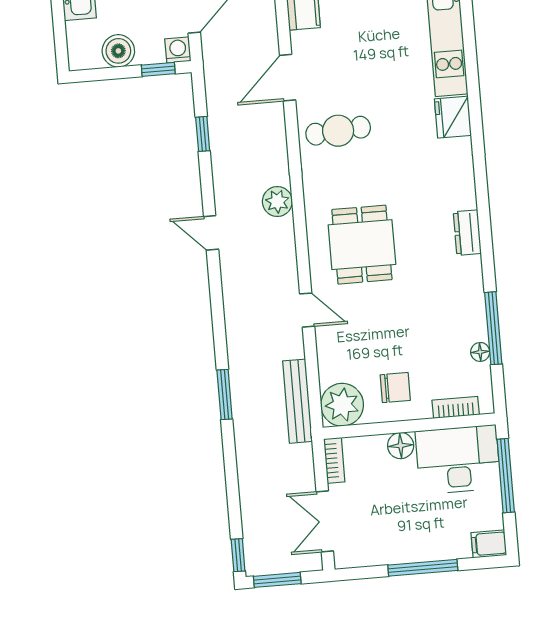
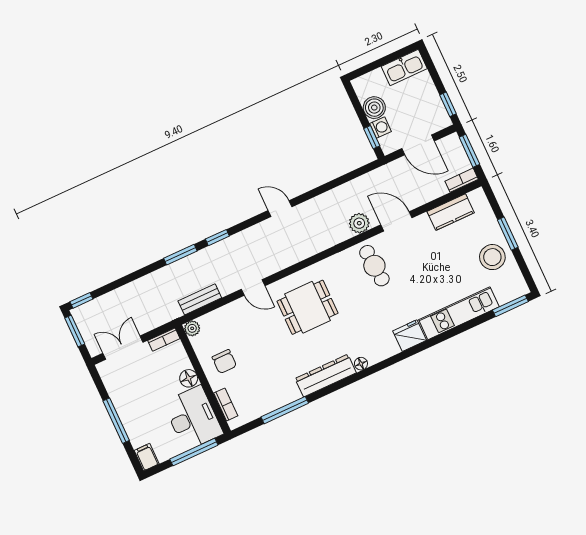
washing machine: (178, 50) -> (380, 127), moved
window: (203, 134) -> (217, 238), moved
plant: (277, 201) -> (359, 223), moved
door: (211, 233) -> (280, 209), hinge flipped
dresser: (467, 233) -> (326, 376), width x1.96, depth x1.24
door: (307, 310) -> (253, 288), hinge flipped
floor lamp: (480, 352) -> (361, 364), moved
bench: (298, 401) -> (200, 299), width x0.73
plant: (342, 405) -> (192, 328), width x0.53, depth x0.53

